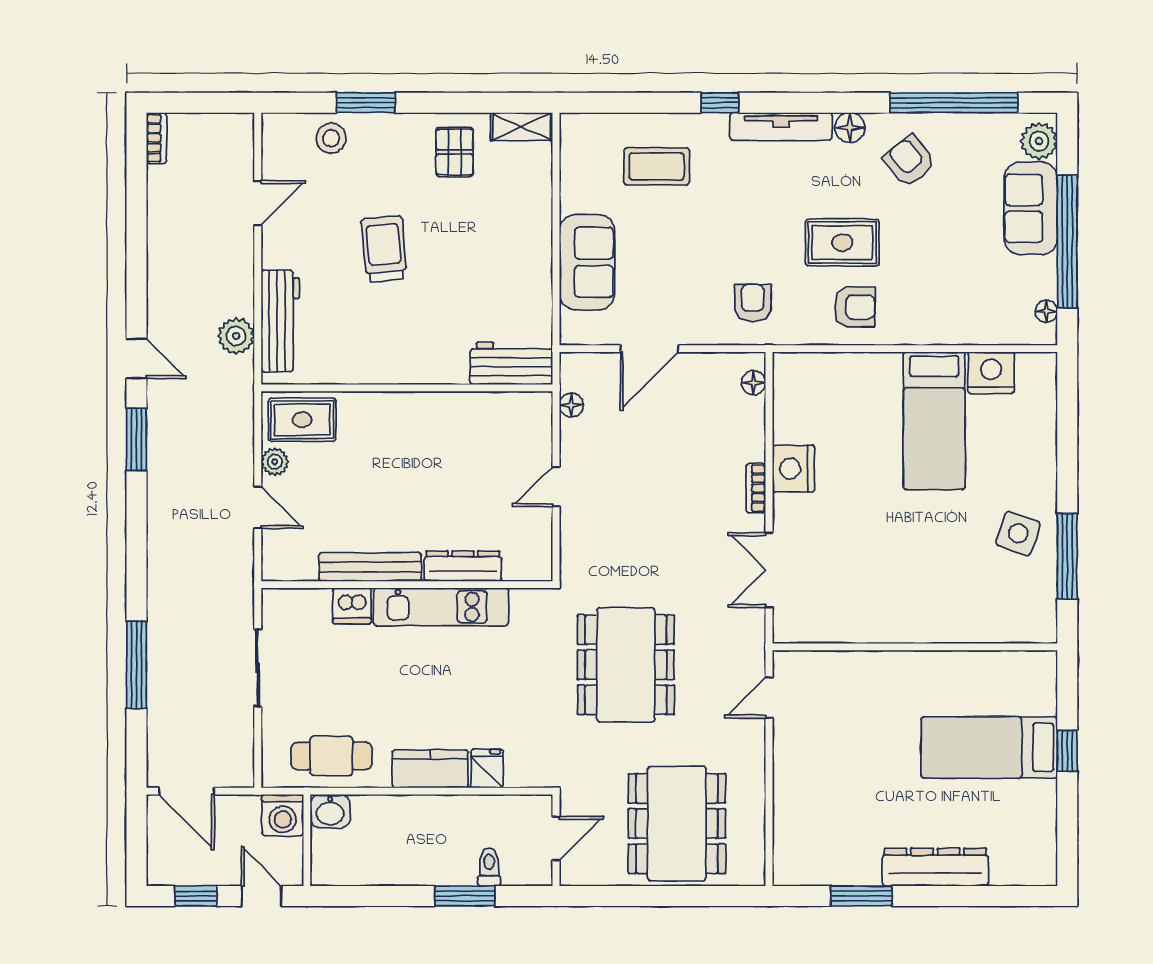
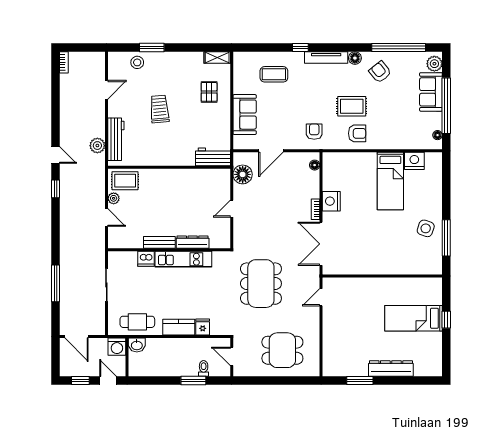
pallet: (455, 152) -> (209, 92), moved
floor lamp: (571, 405) -> (243, 174), width x1.89, depth x1.89
window: (136, 439) -> (56, 189), width x0.67
bench: (370, 567) -> (159, 242), width x0.73
double door: (769, 570) -> (321, 244), width x1.37
dining table: (677, 824) -> (282, 350), width x0.73
door: (556, 838) -> (232, 356), swing flipped

